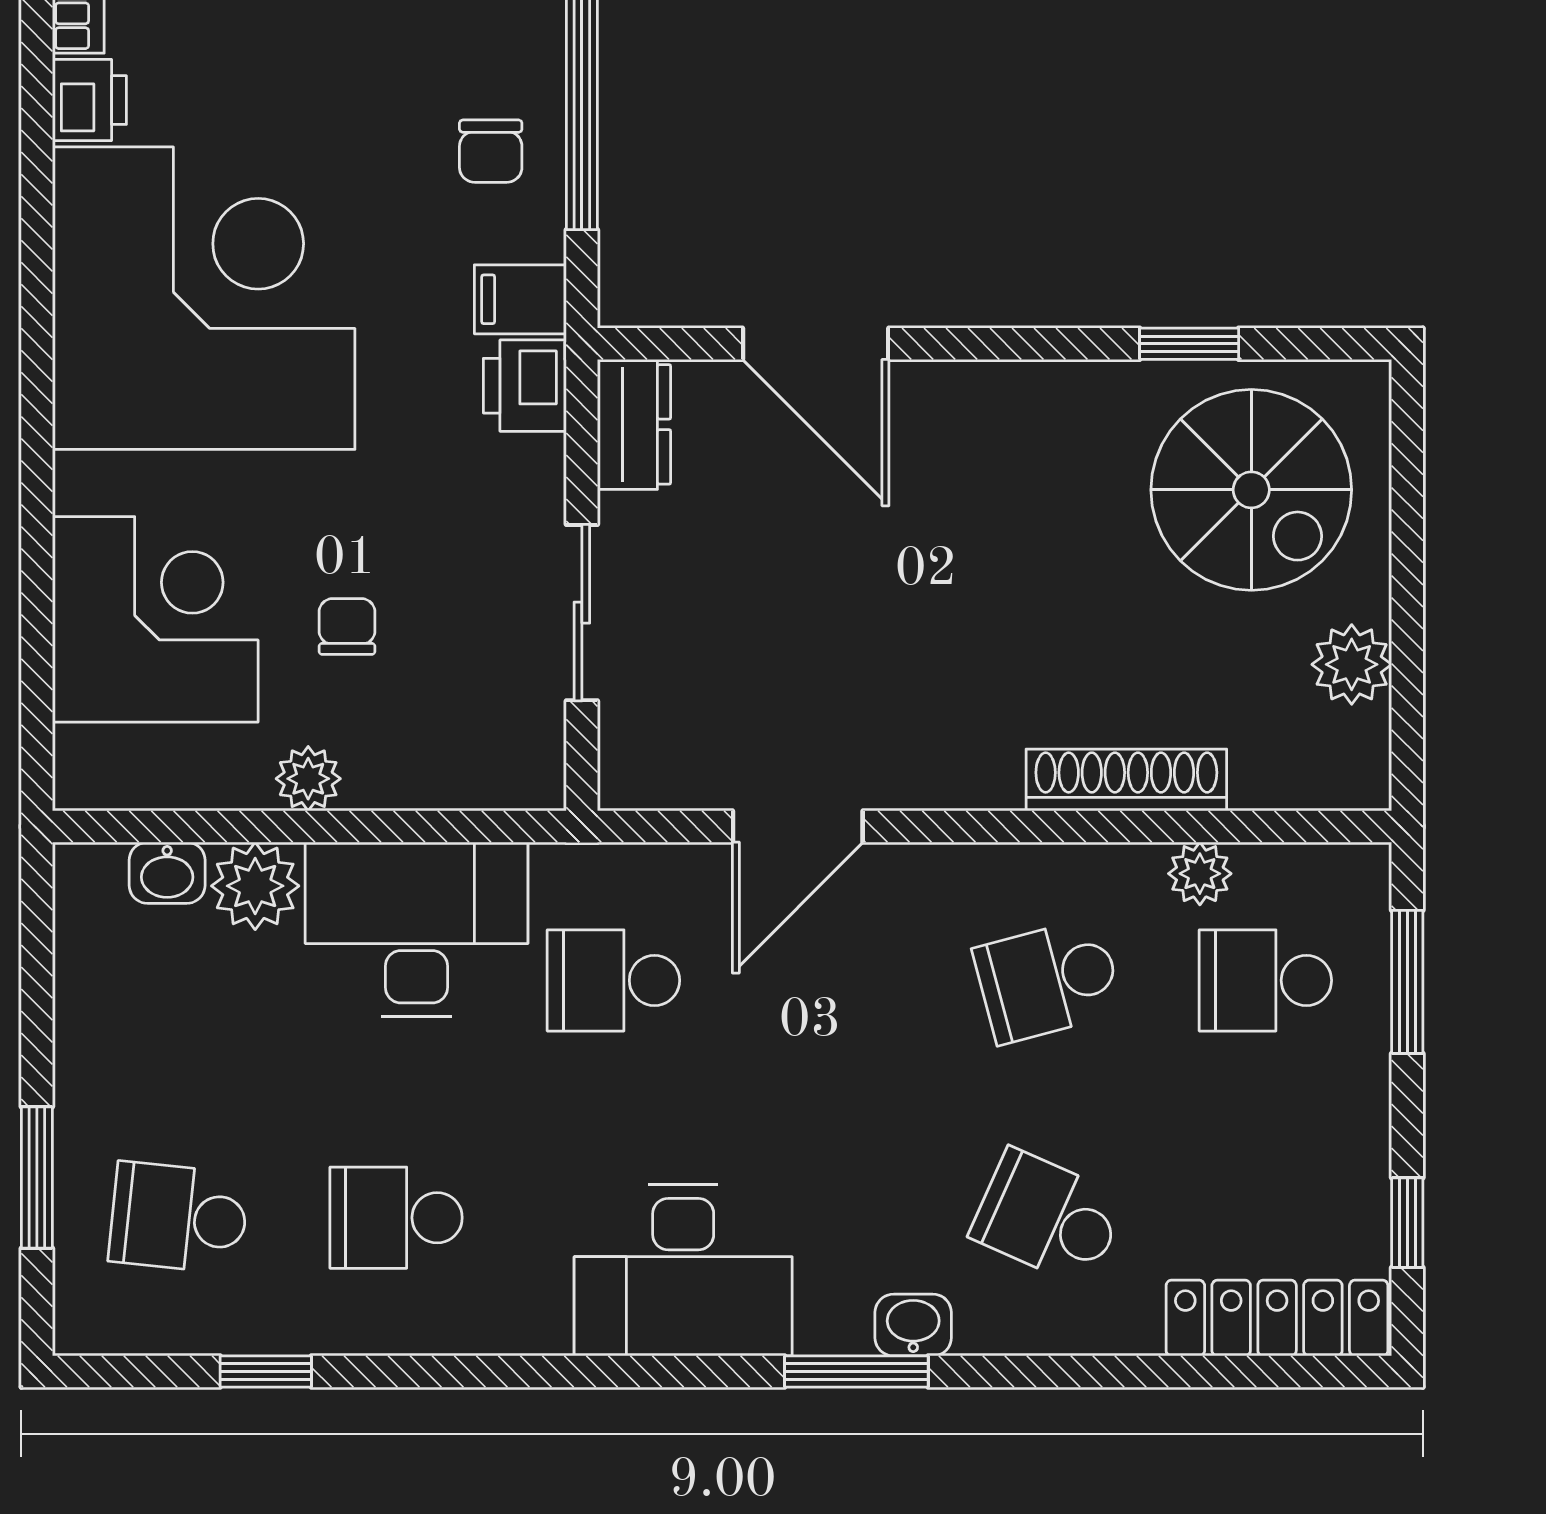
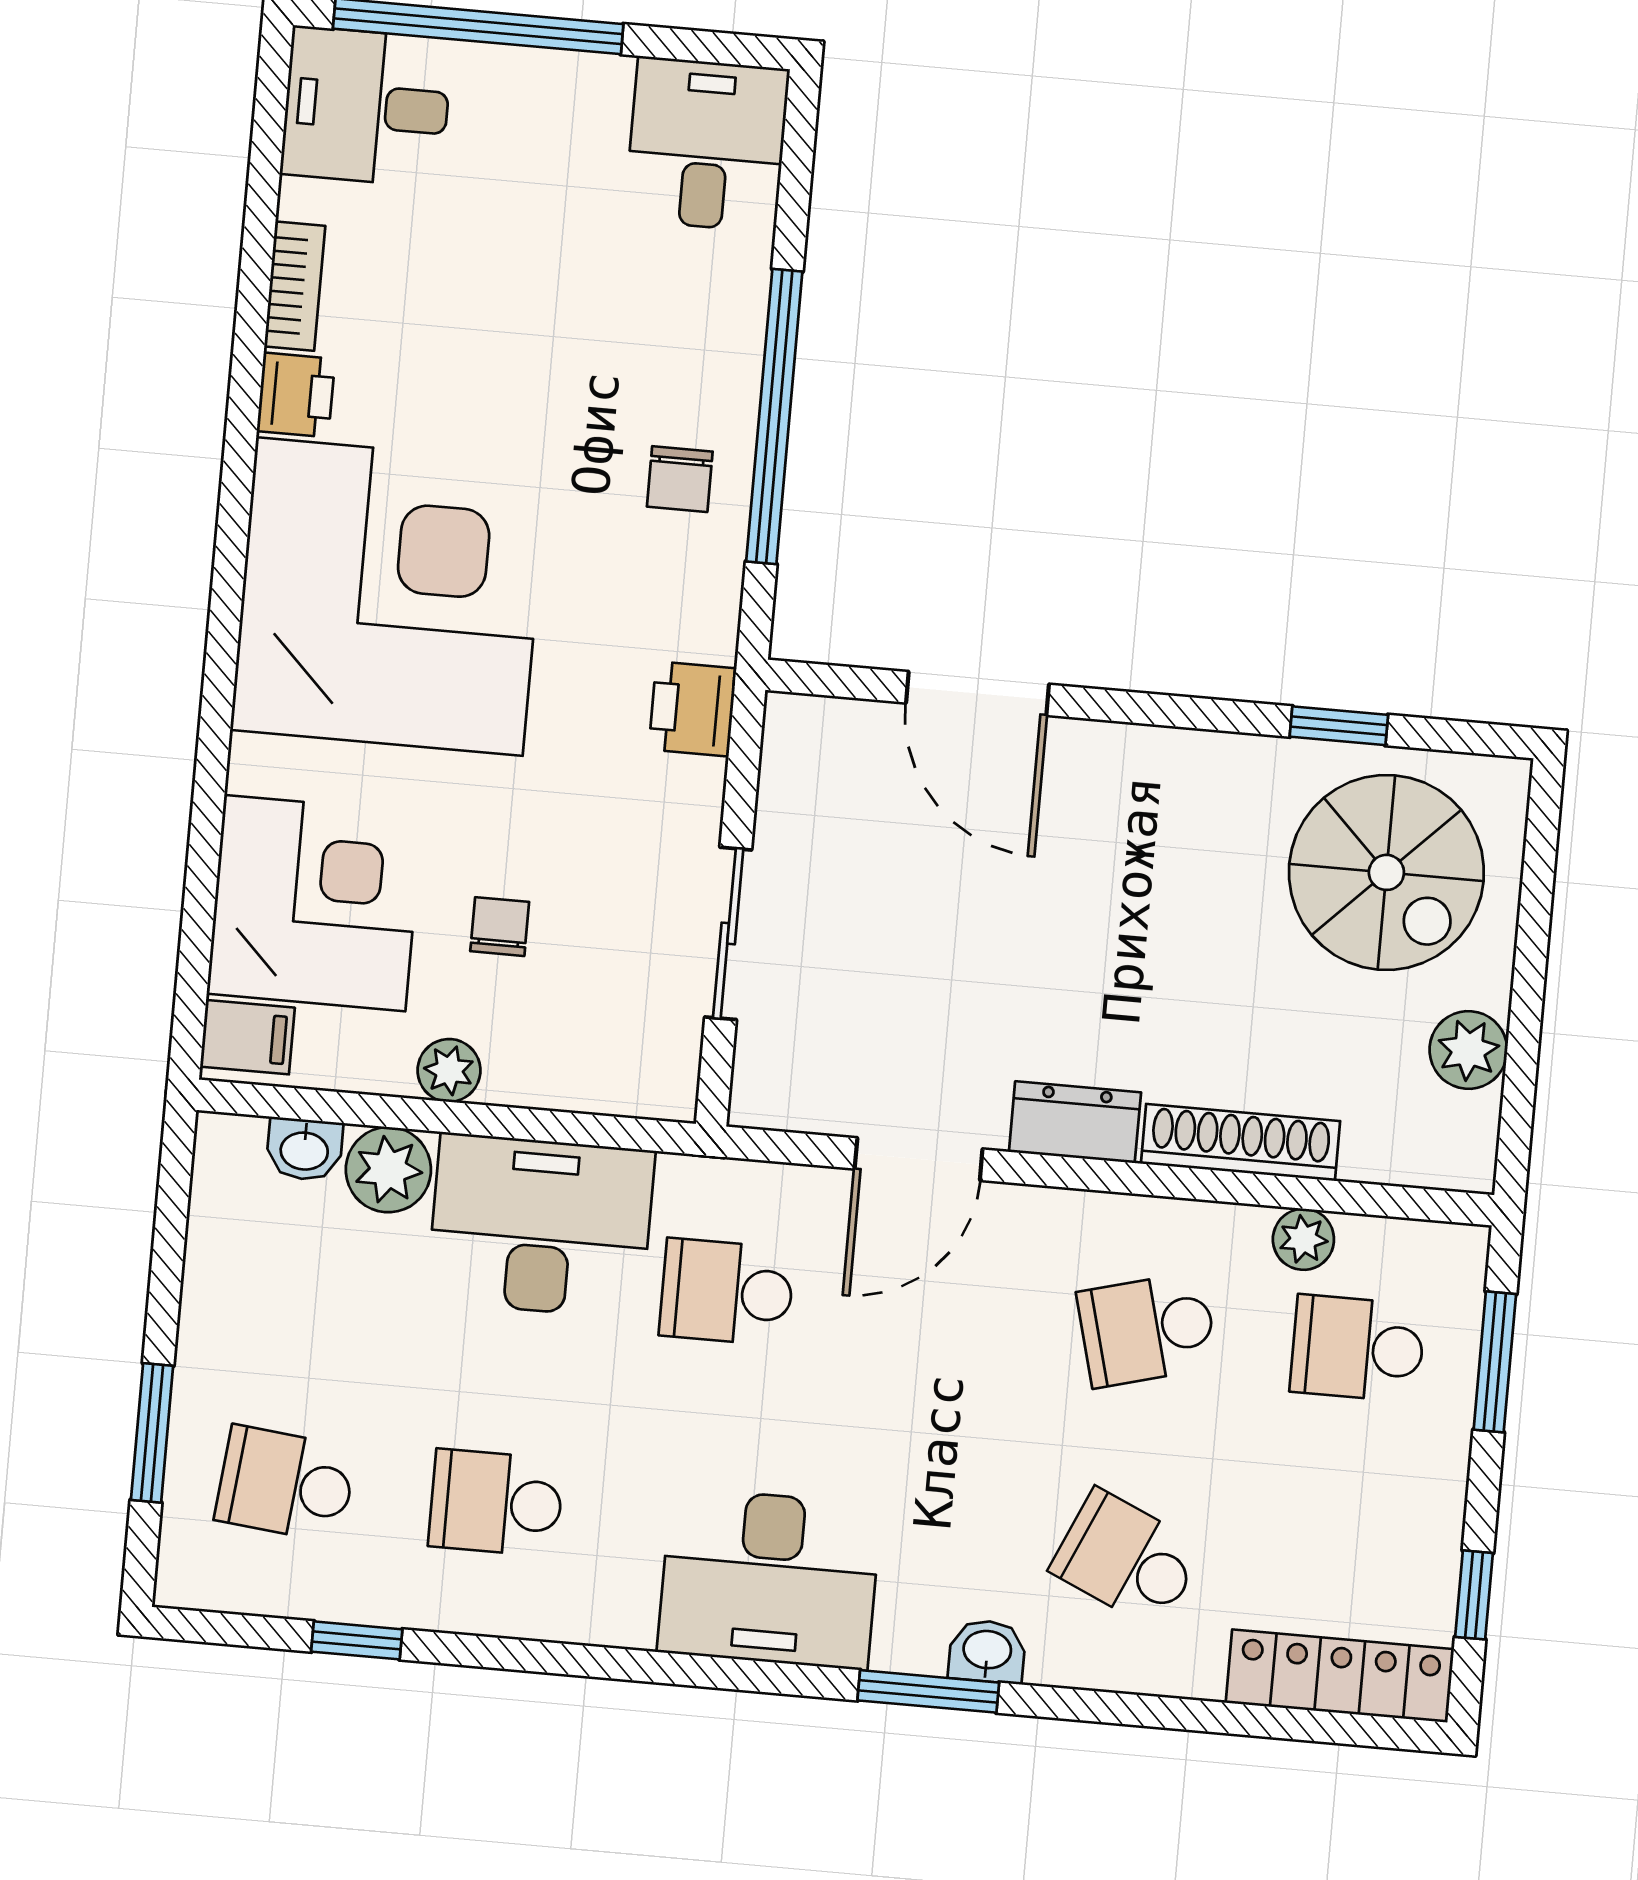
filing cabinet: (520, 299) -> (247, 1037), moved, turned 180
dresser: (634, 424) -> (1075, 1122), moved, turned -90

